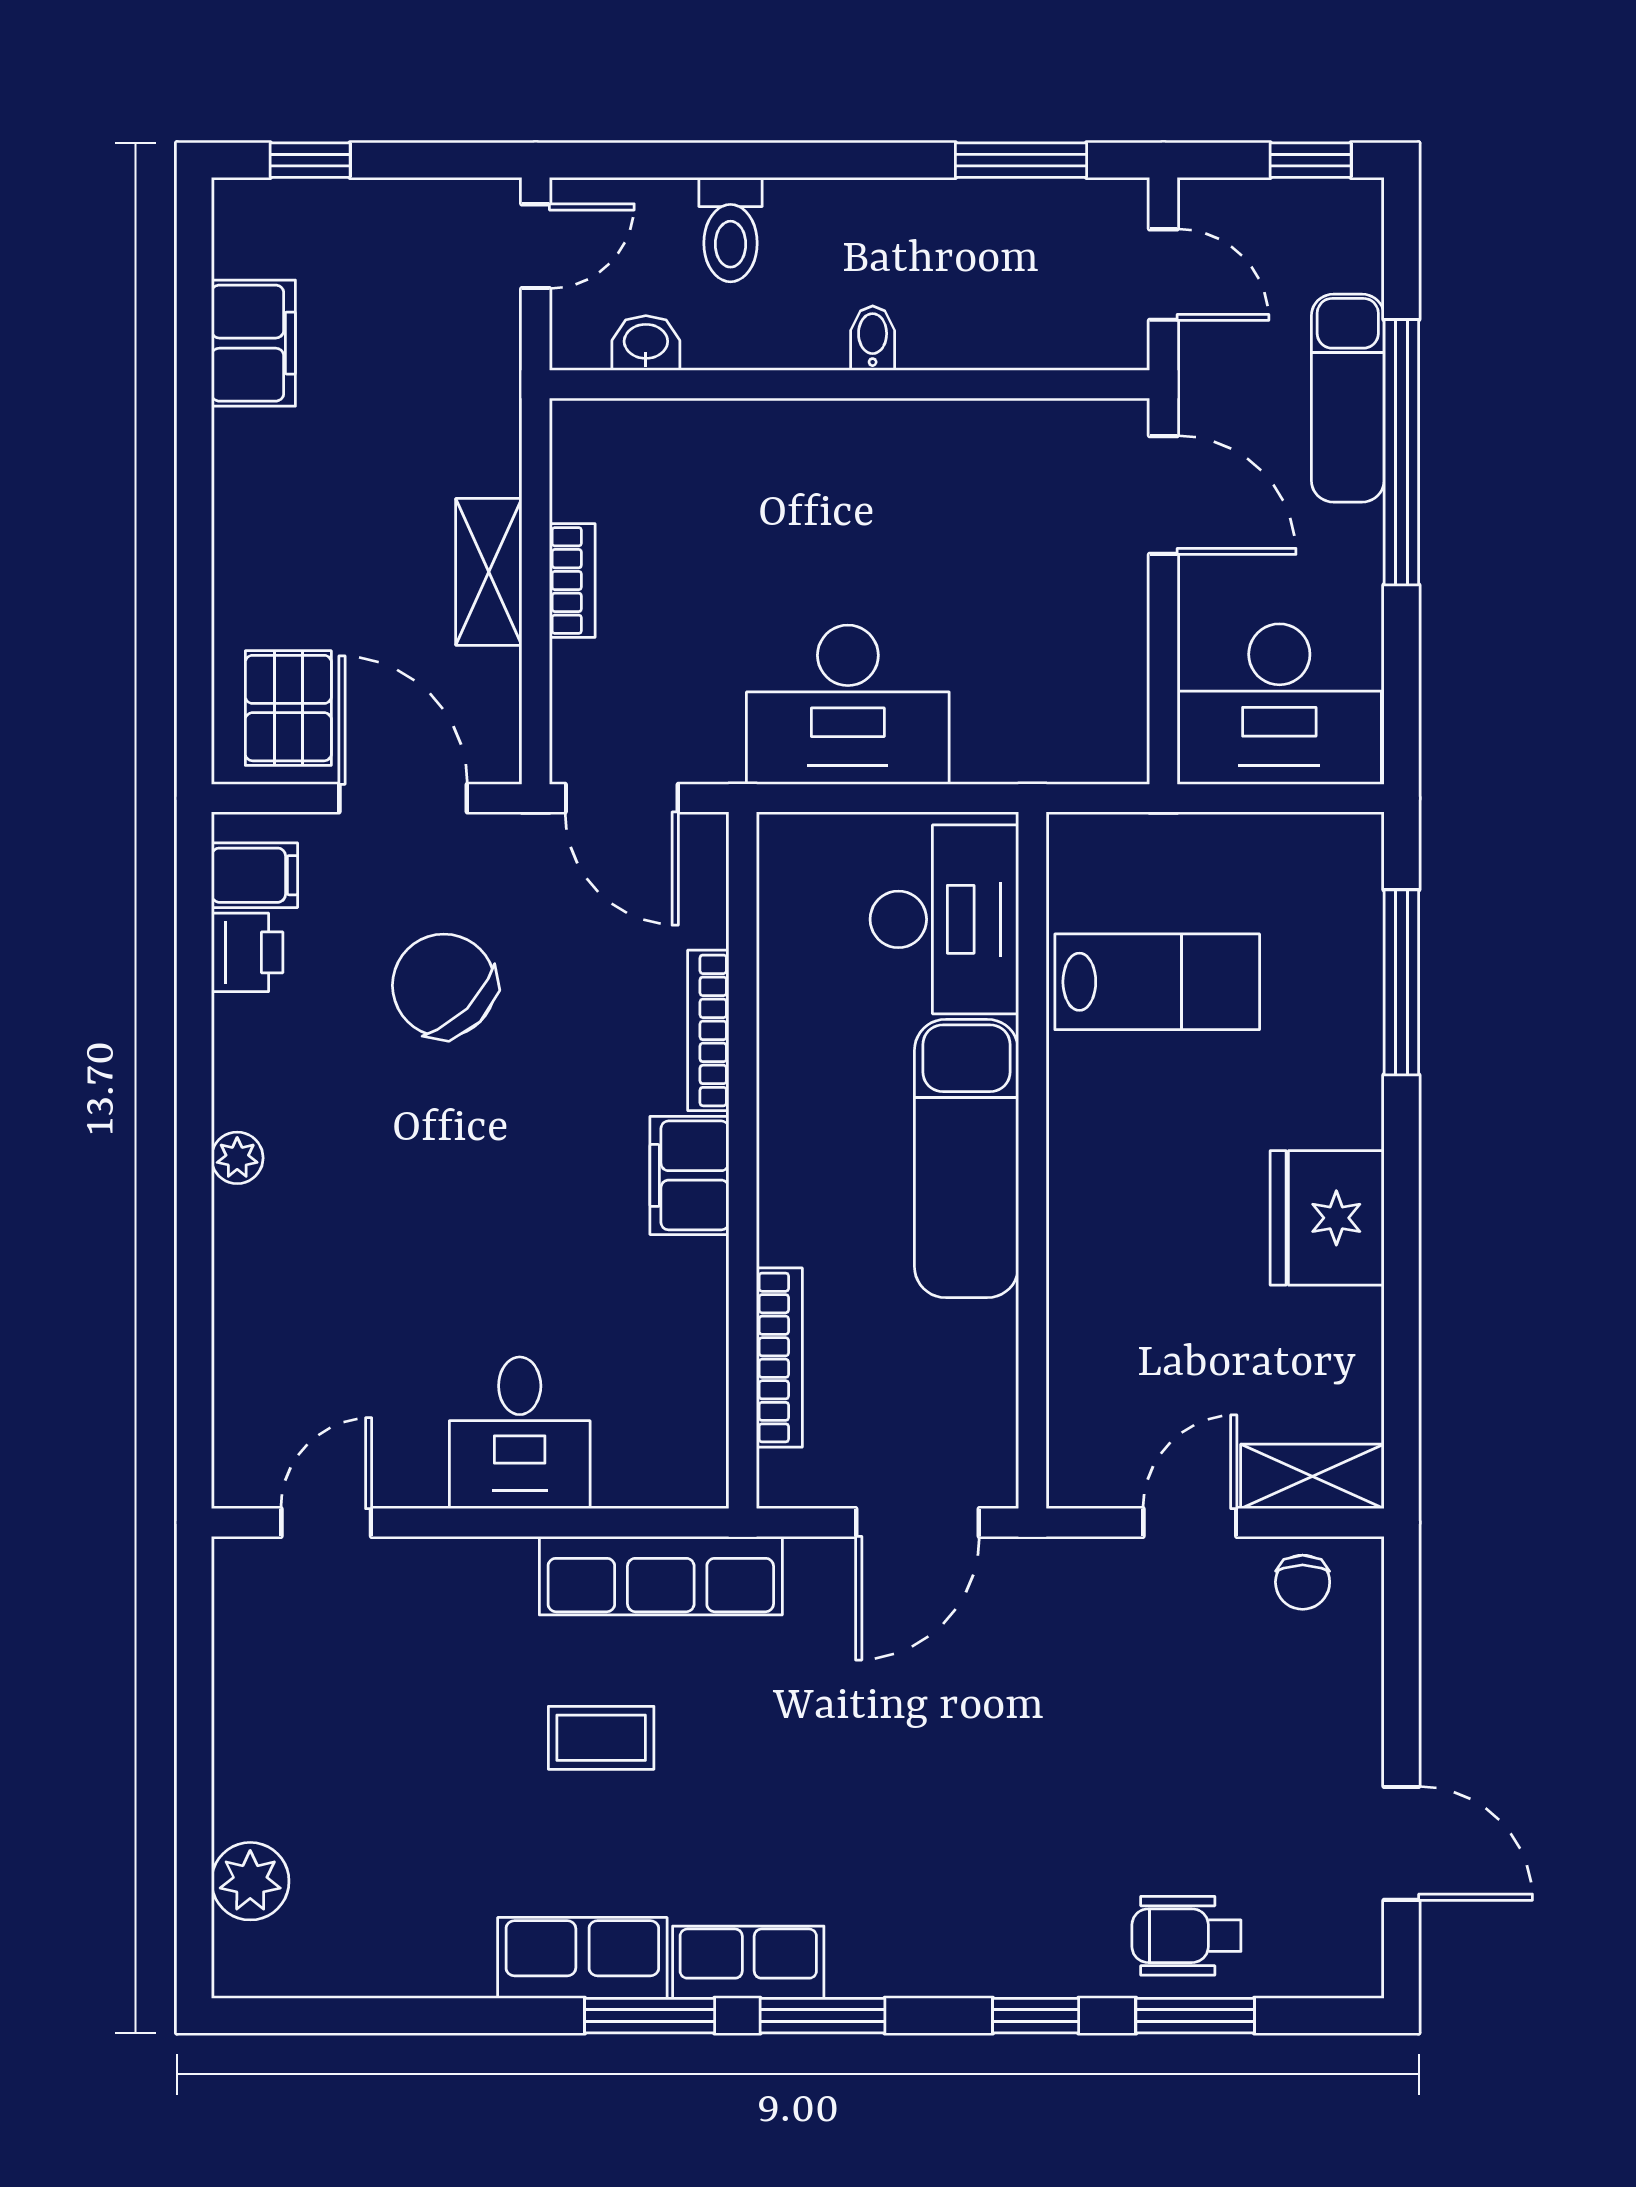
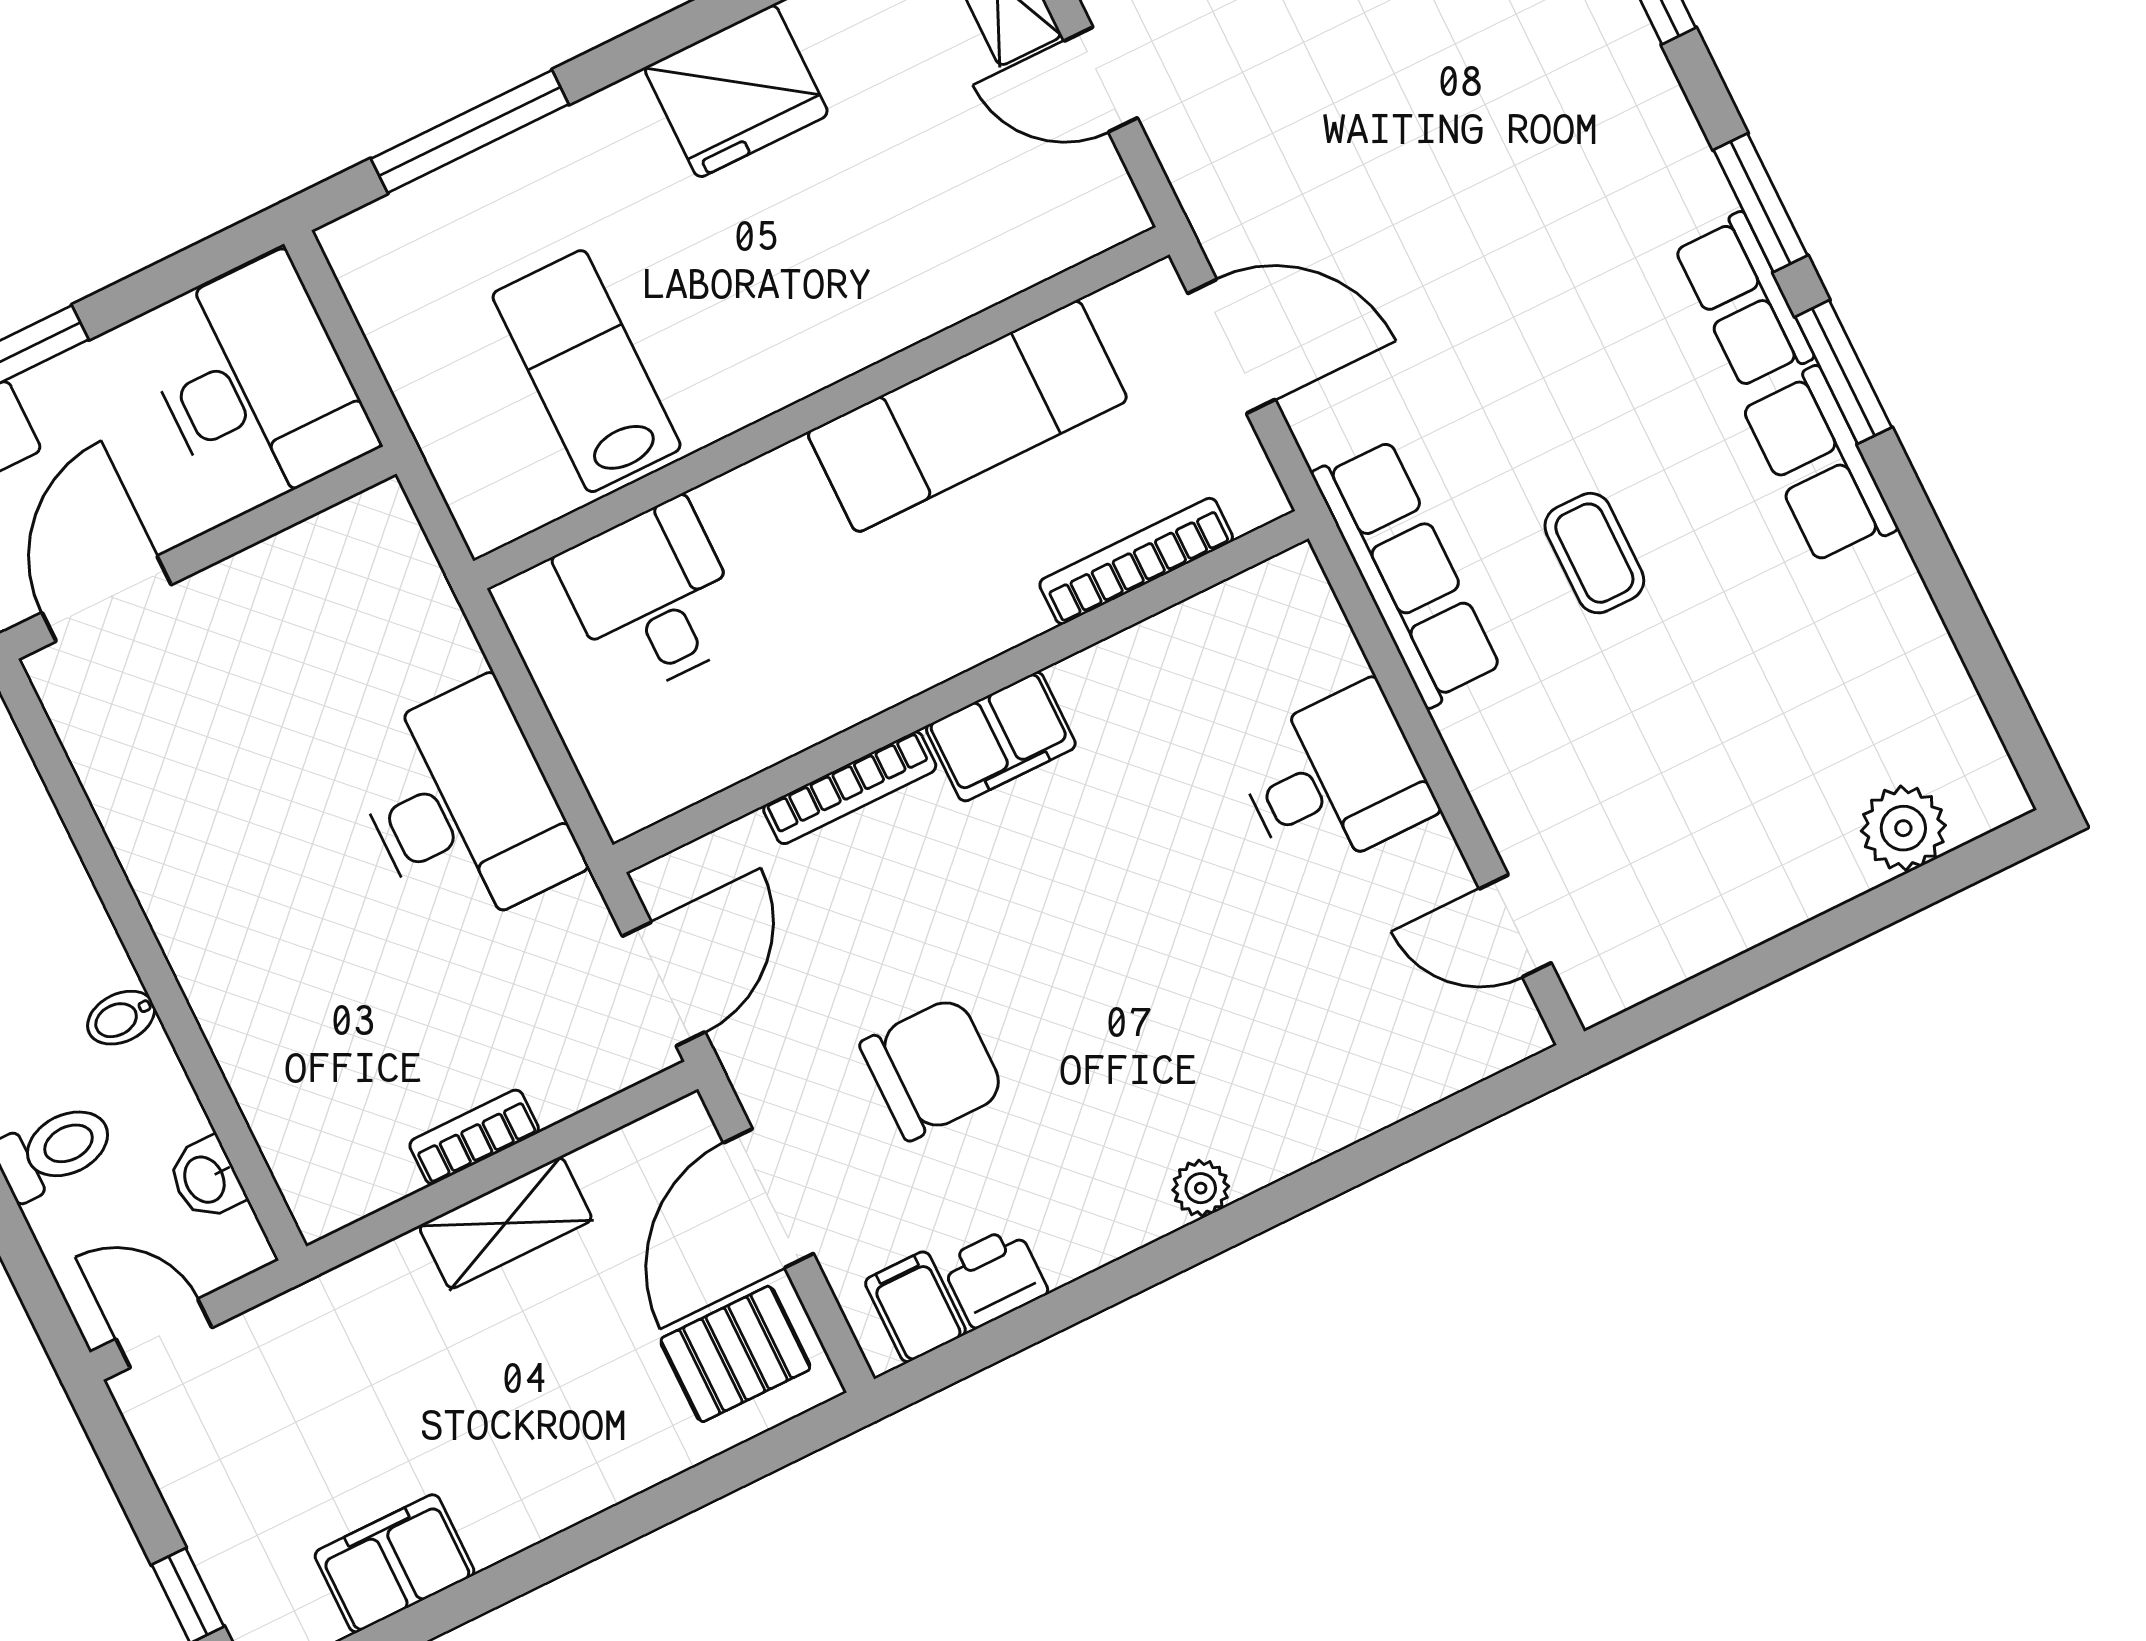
bidet: (873, 338) -> (121, 1018), moved
desk: (944, 919) -> (653, 597), width x0.73
chair: (444, 985) -> (933, 1068), turned -135
exam couch: (966, 1158) -> (967, 416), moved

